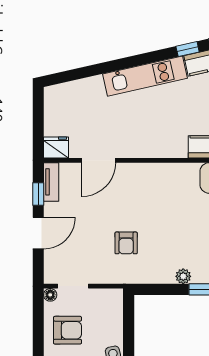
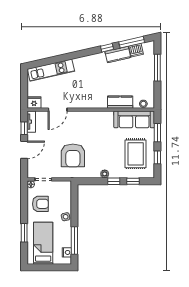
kitchen unit: (145, 76) -> (51, 70), moved
armchair: (126, 243) -> (73, 155), width x1.88, depth x1.88

